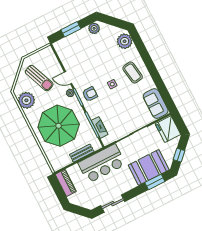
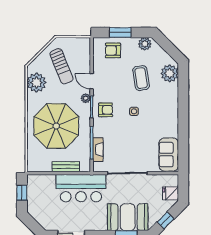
armchair: (72, 46) -> (113, 50), added
coffee table: (133, 73) -> (141, 78), moved
fridge: (168, 129) -> (171, 193), width x0.53, depth x0.75
piano: (66, 183) -> (33, 189), removed
window: (58, 190) -> (22, 193), added

